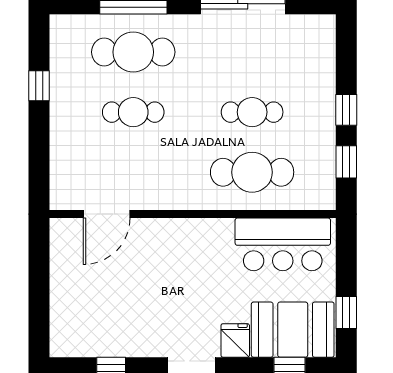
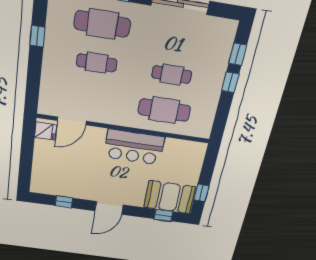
window: (346, 162) -> (238, 54), moved
bar counter: (283, 244) -> (134, 147), moved
fridge: (235, 340) -> (46, 131), moved, turned 90

